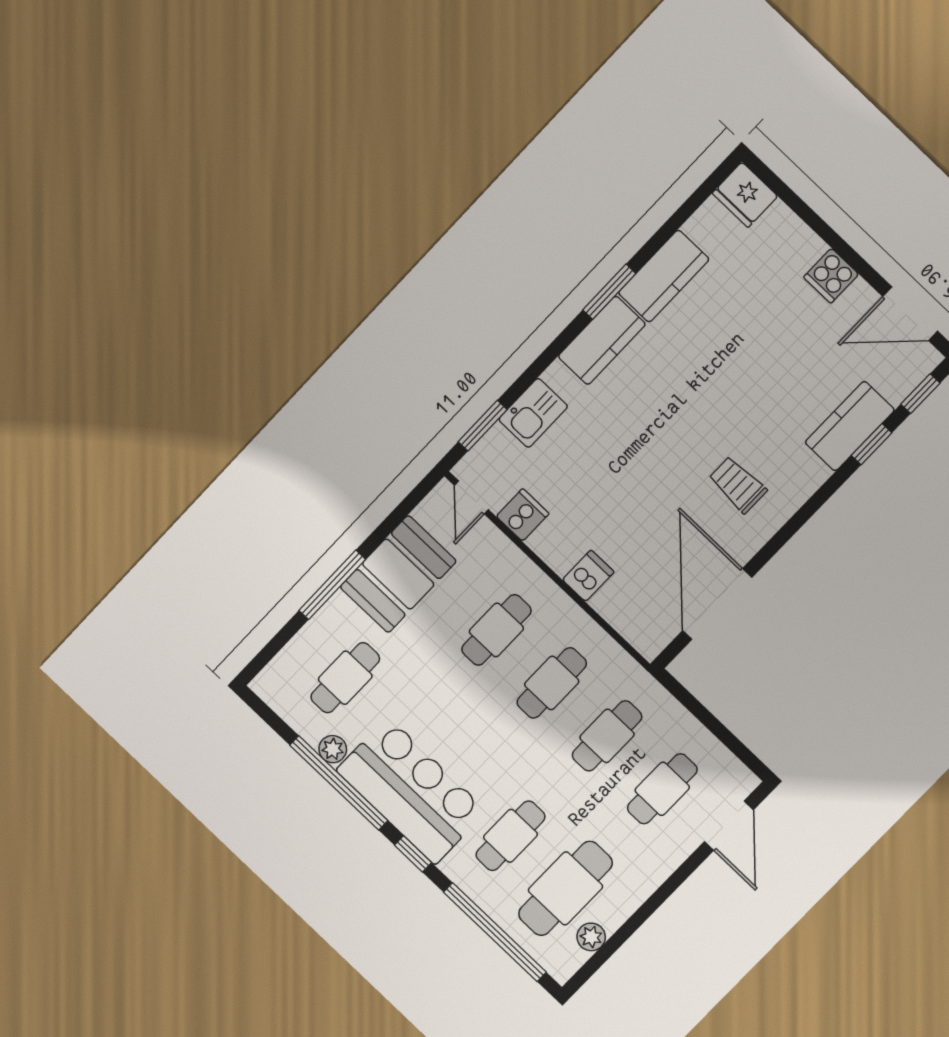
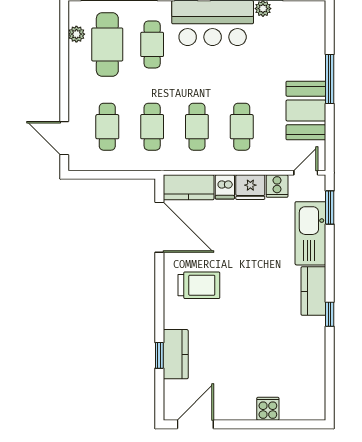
fridge: (745, 195) -> (250, 187), moved, turned 180
kitchen counter: (664, 276) -> (189, 187), moved, turned -90
cooker: (831, 276) -> (268, 409), moved
window: (609, 292) -> (330, 314), width x0.67
window: (920, 394) -> (159, 396), removed
kitchen sink: (533, 413) -> (310, 233), width x1.88, depth x1.24
trolley: (738, 485) -> (199, 285), width x1.36, depth x1.39
door: (471, 497) -> (306, 173), hinge flipped
cafe table: (345, 678) -> (287, 44), removed

